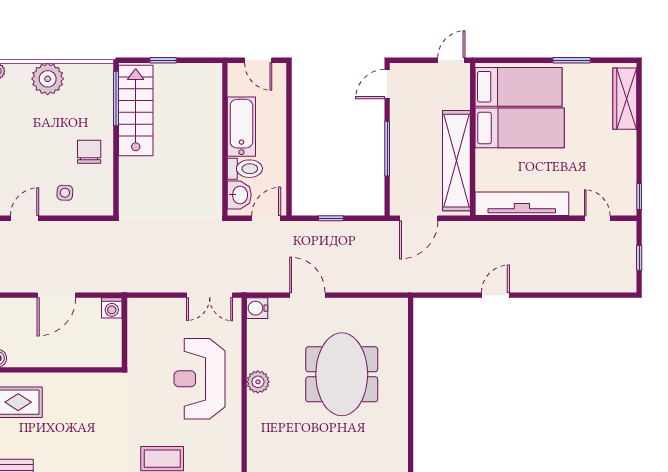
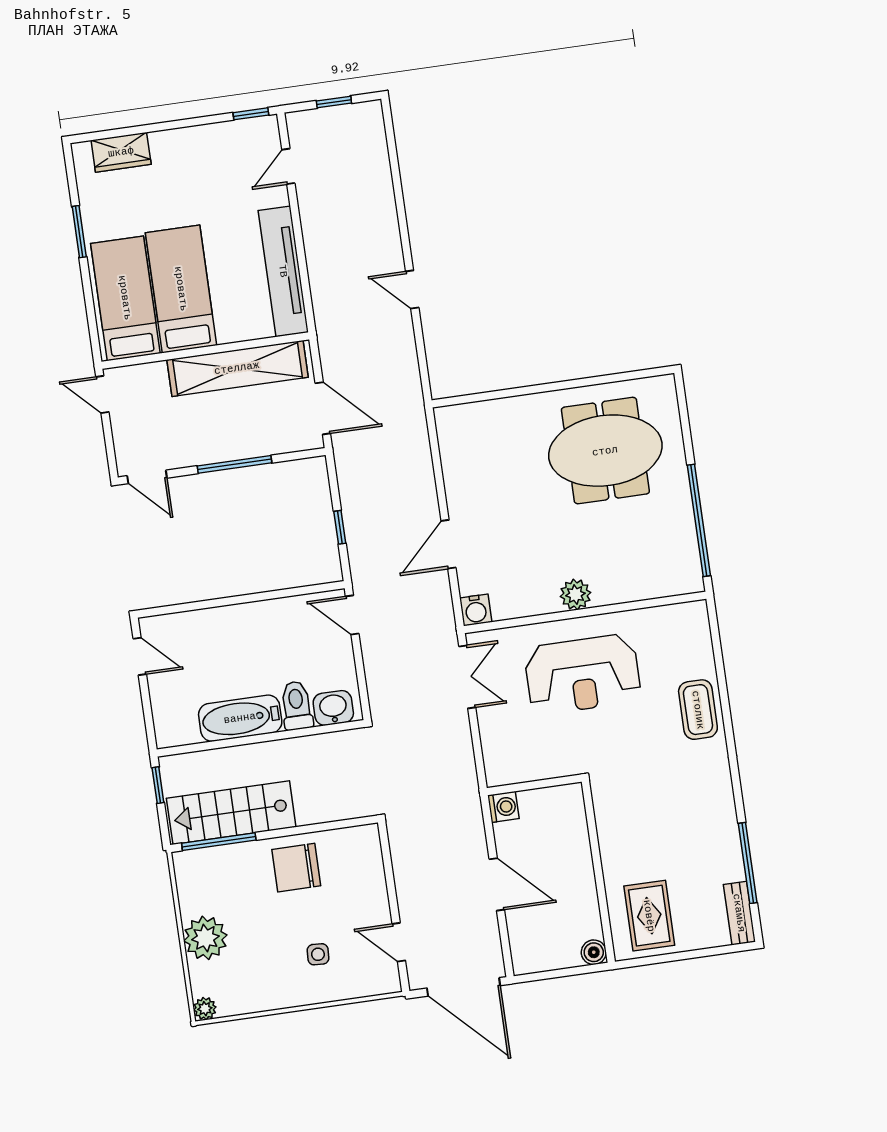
door: (258, 60) -> (140, 656), hinge flipped
wardrobe: (625, 99) -> (121, 152), width x0.67
bathtub: (241, 127) -> (240, 718), moved
wall: (225, 139) -> (261, 738), moved
chair: (89, 152) -> (296, 868), width x1.37, depth x1.37
toilet: (245, 169) -> (297, 705), moved
side table: (65, 193) -> (318, 954), moved
washbasin: (239, 195) -> (333, 708), moved
meeting table: (342, 374) -> (605, 451), moved

